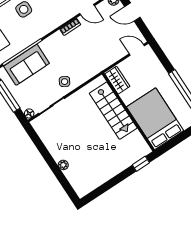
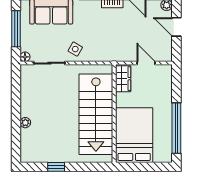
door: (137, 50) -> (146, 63), moved
stairs: (113, 111) -> (96, 114), width x1.36, depth x1.51
window: (141, 164) -> (56, 167), moved

